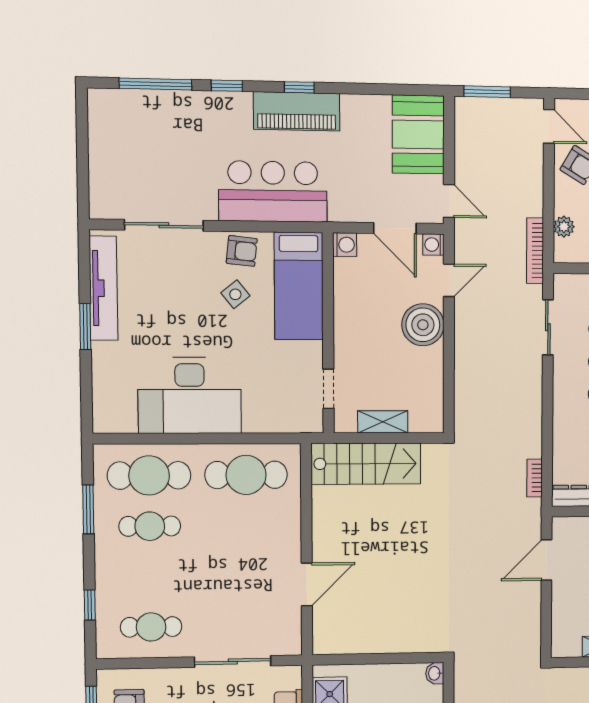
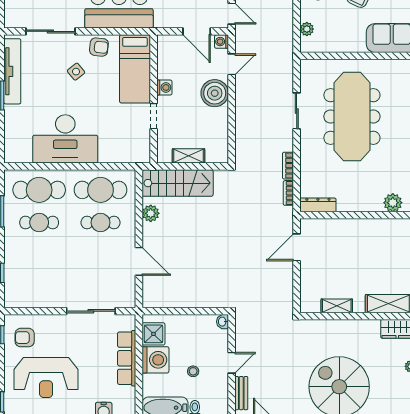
washing machine: (345, 245) -> (164, 88), moved
bookcase: (535, 251) -> (288, 166), moved, width x0.64
side table: (235, 294) -> (76, 72), moved
sliding door: (548, 327) -> (297, 111), moved
doorway: (328, 389) -> (154, 116), moved
plant: (325, 510) -> (151, 213), added
door: (307, 584) -> (139, 261), hinge flipped
cafe table: (151, 627) -> (101, 223), moved

